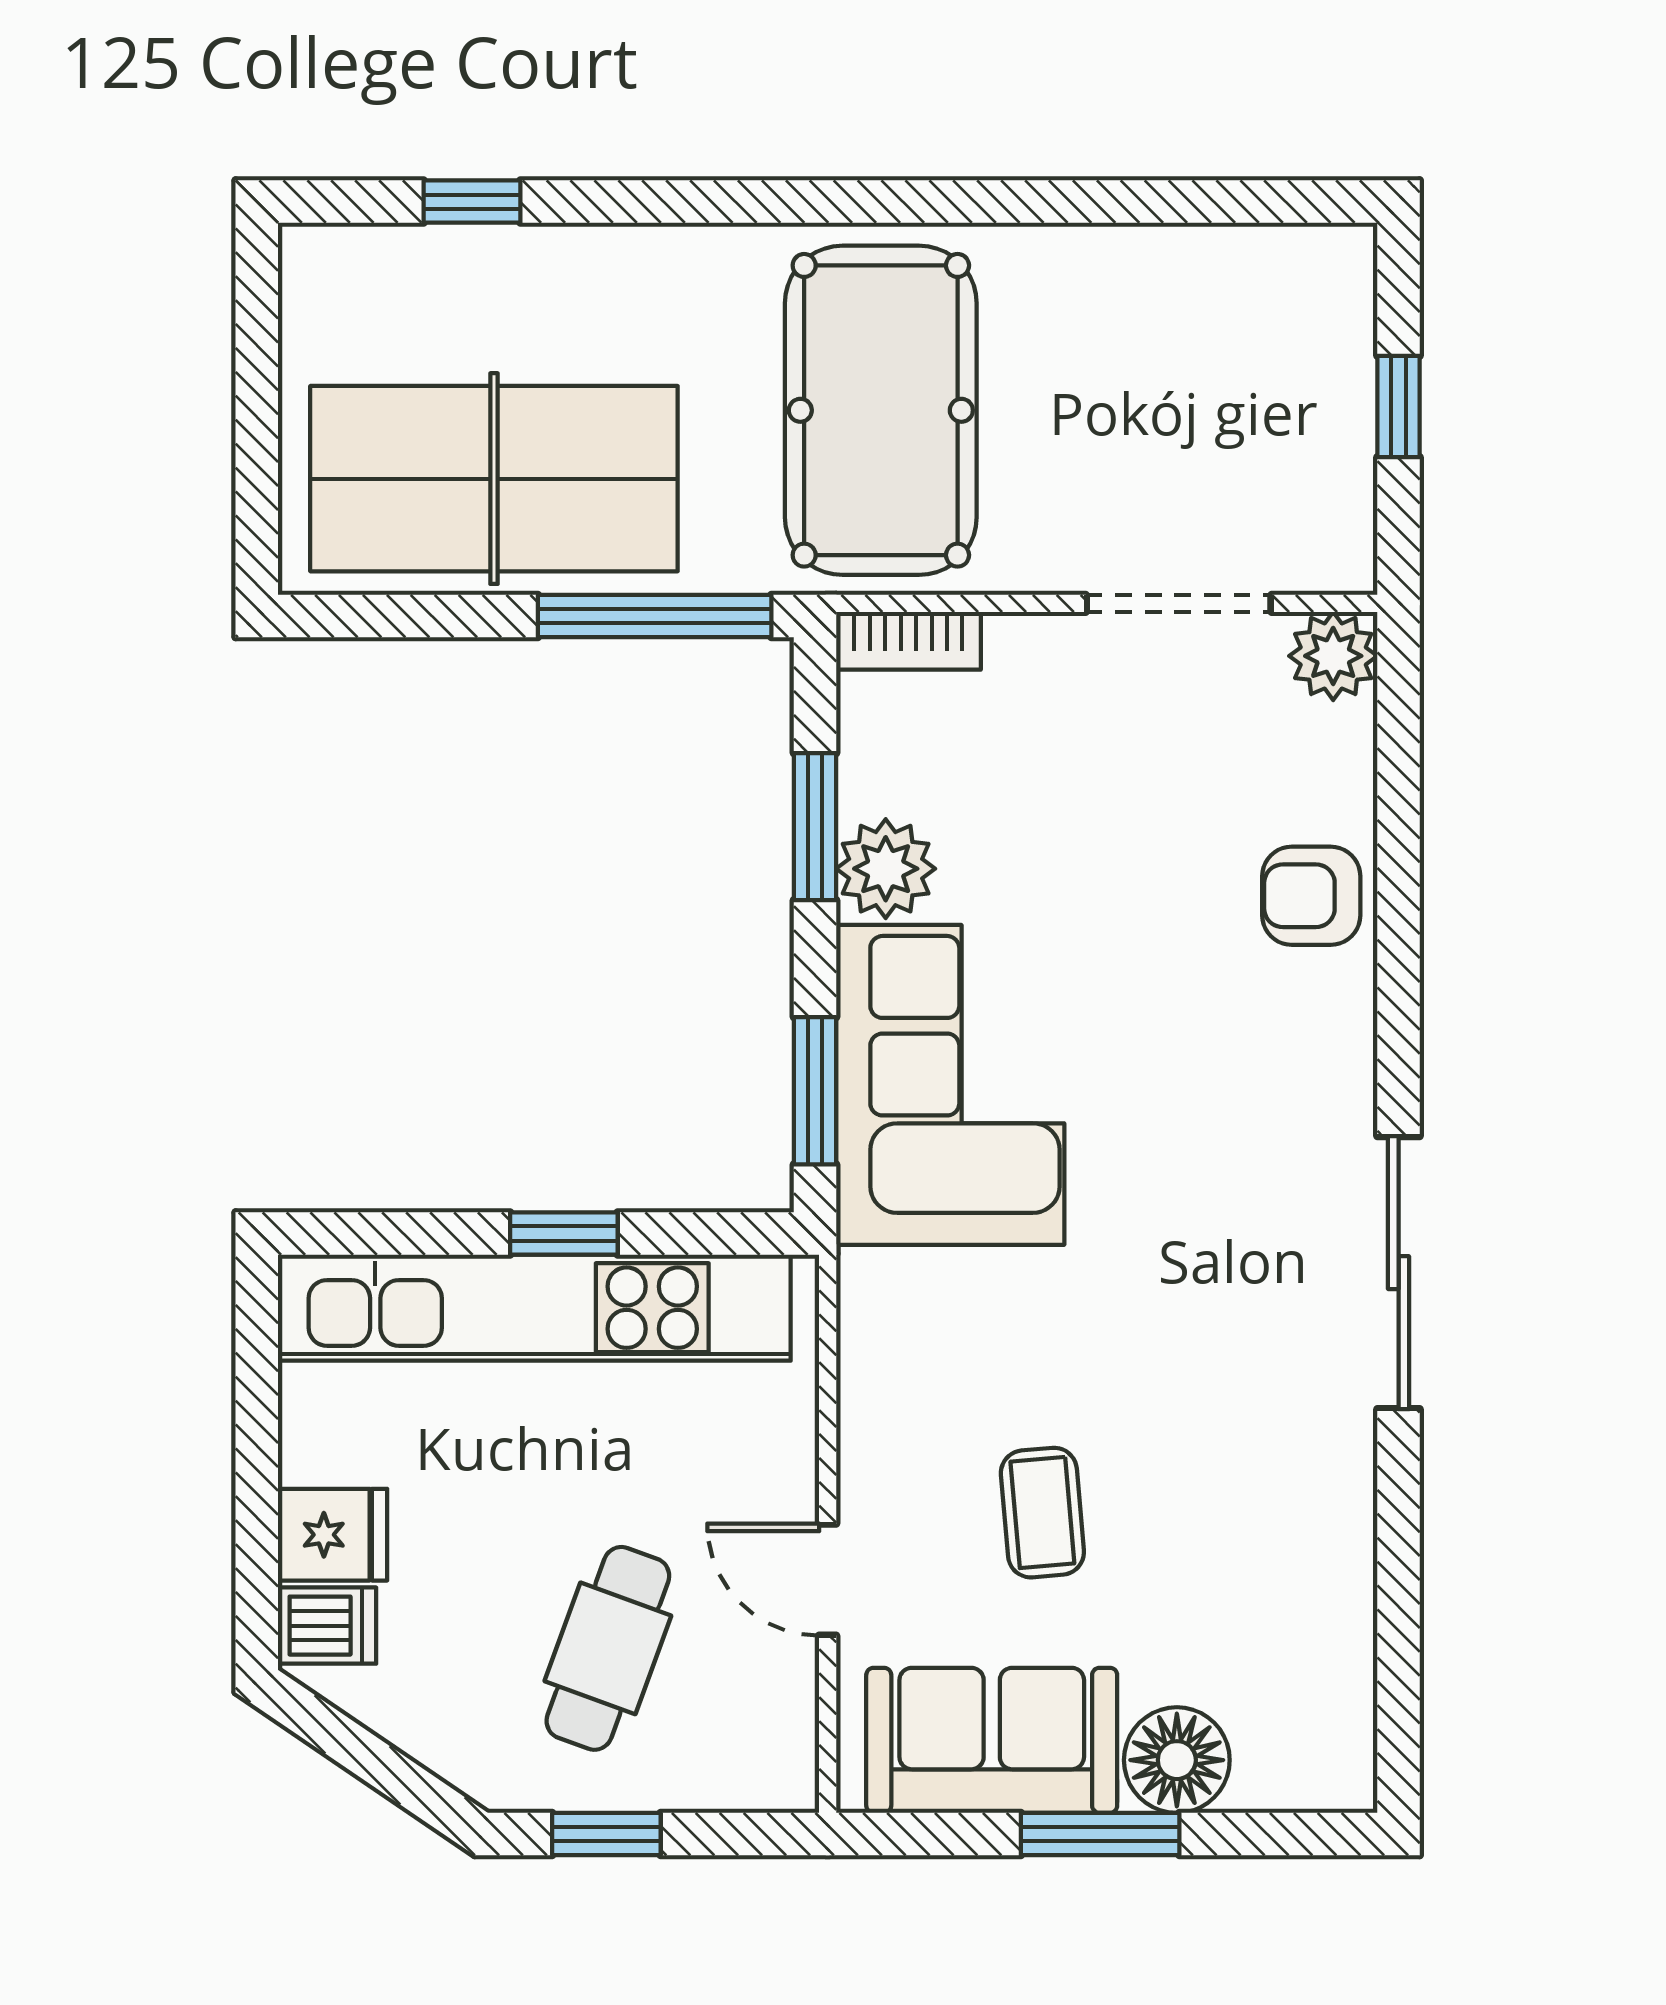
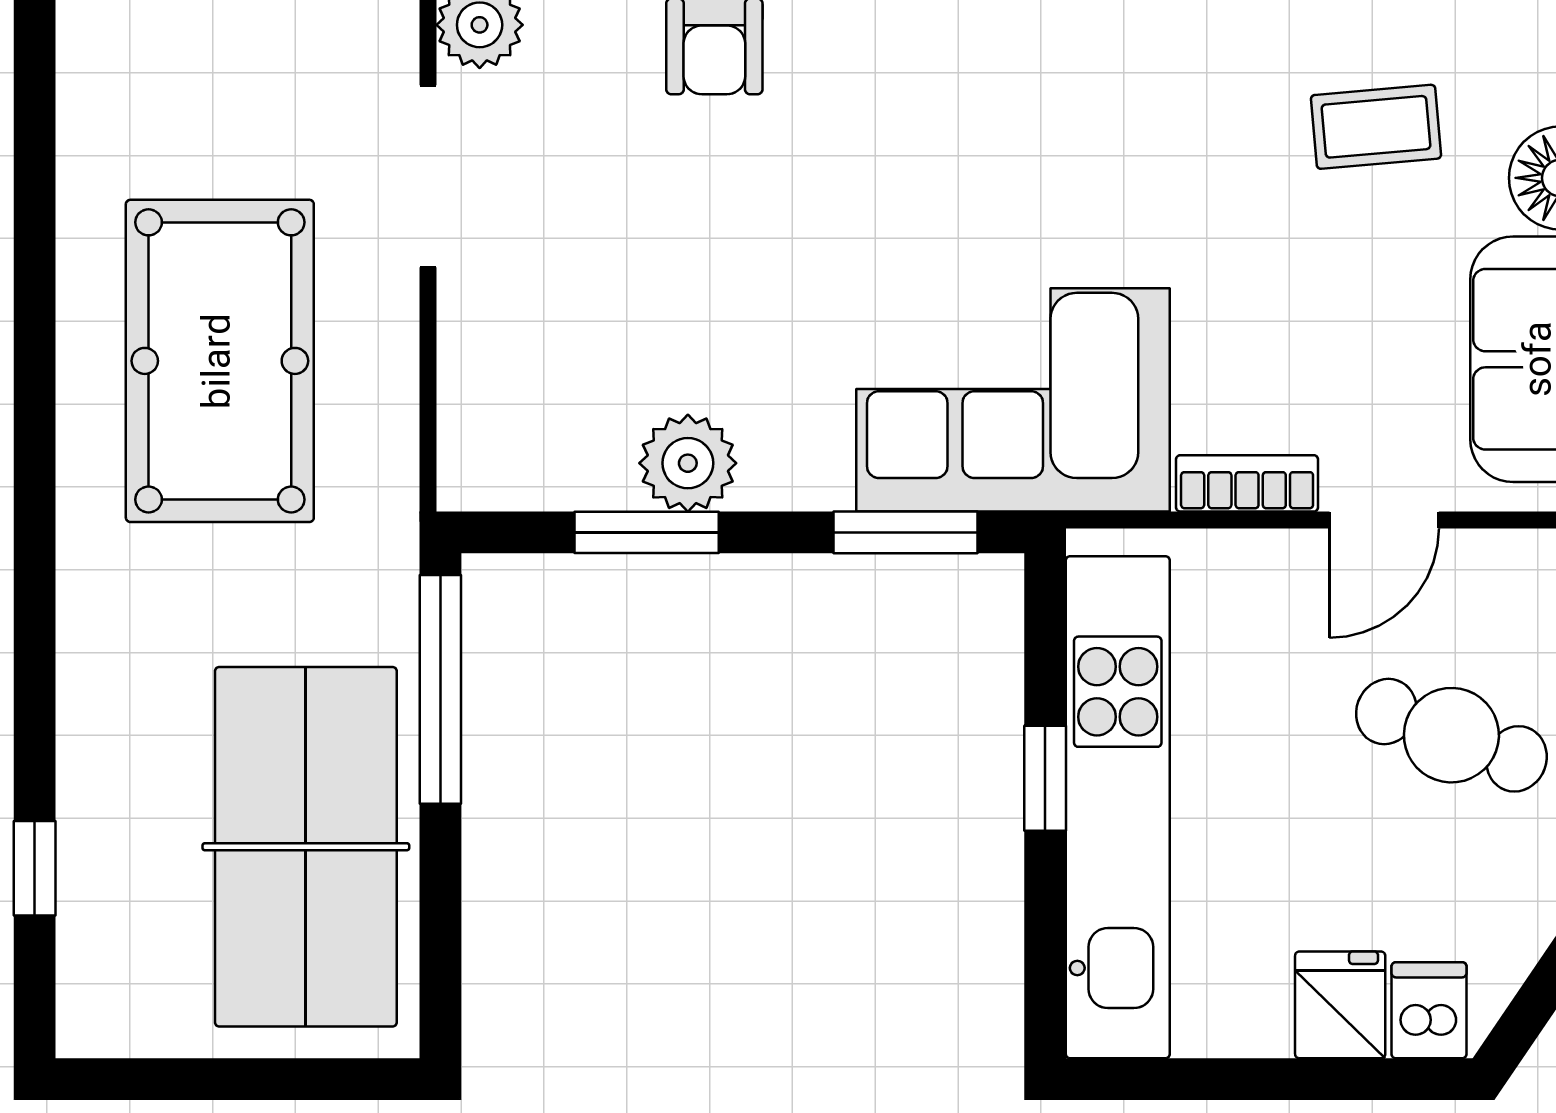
pool table: (881, 410) -> (220, 361), moved, turned 90
bookcase: (908, 641) -> (1247, 483), moved, turned -90
corner sofa: (950, 1085) -> (1013, 400), moved
coffee table: (1042, 1513) -> (1376, 127), moved

